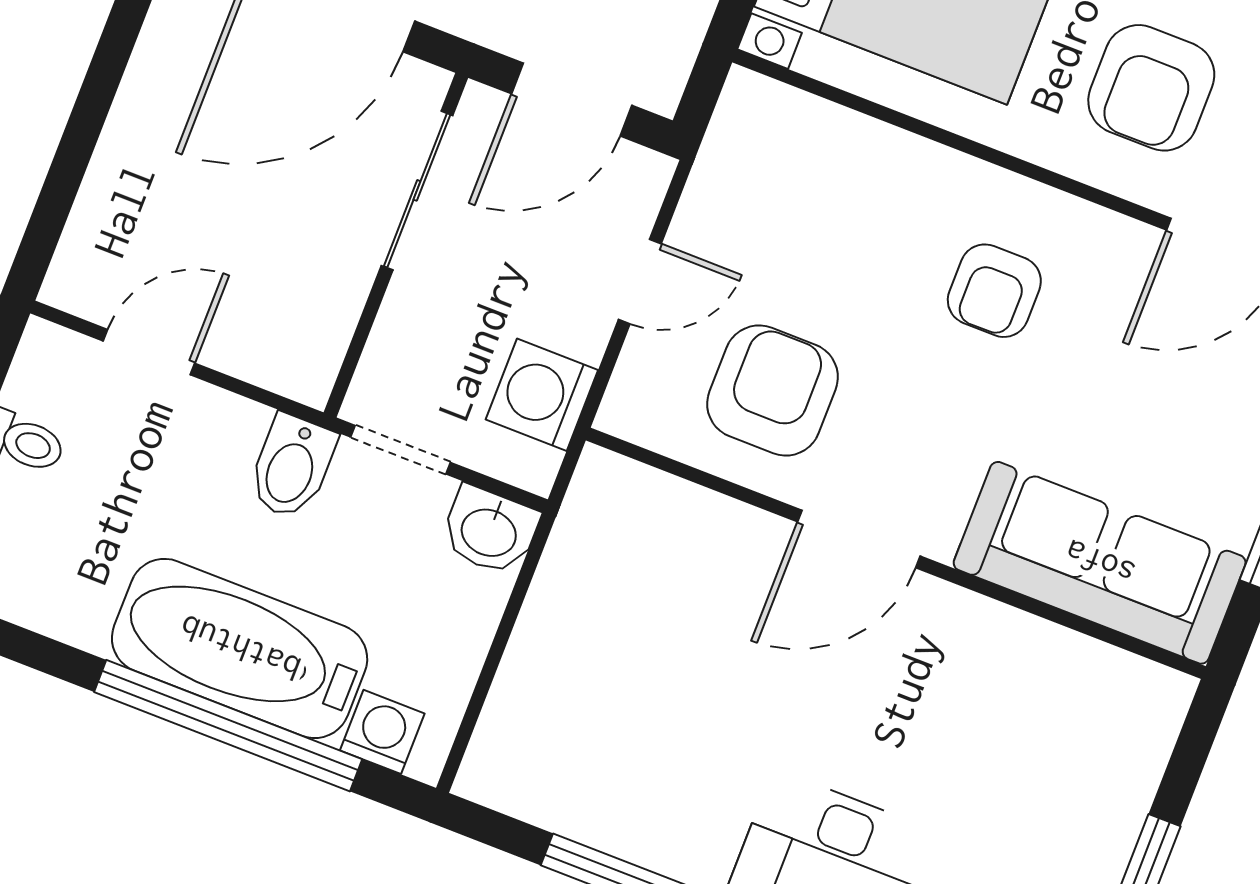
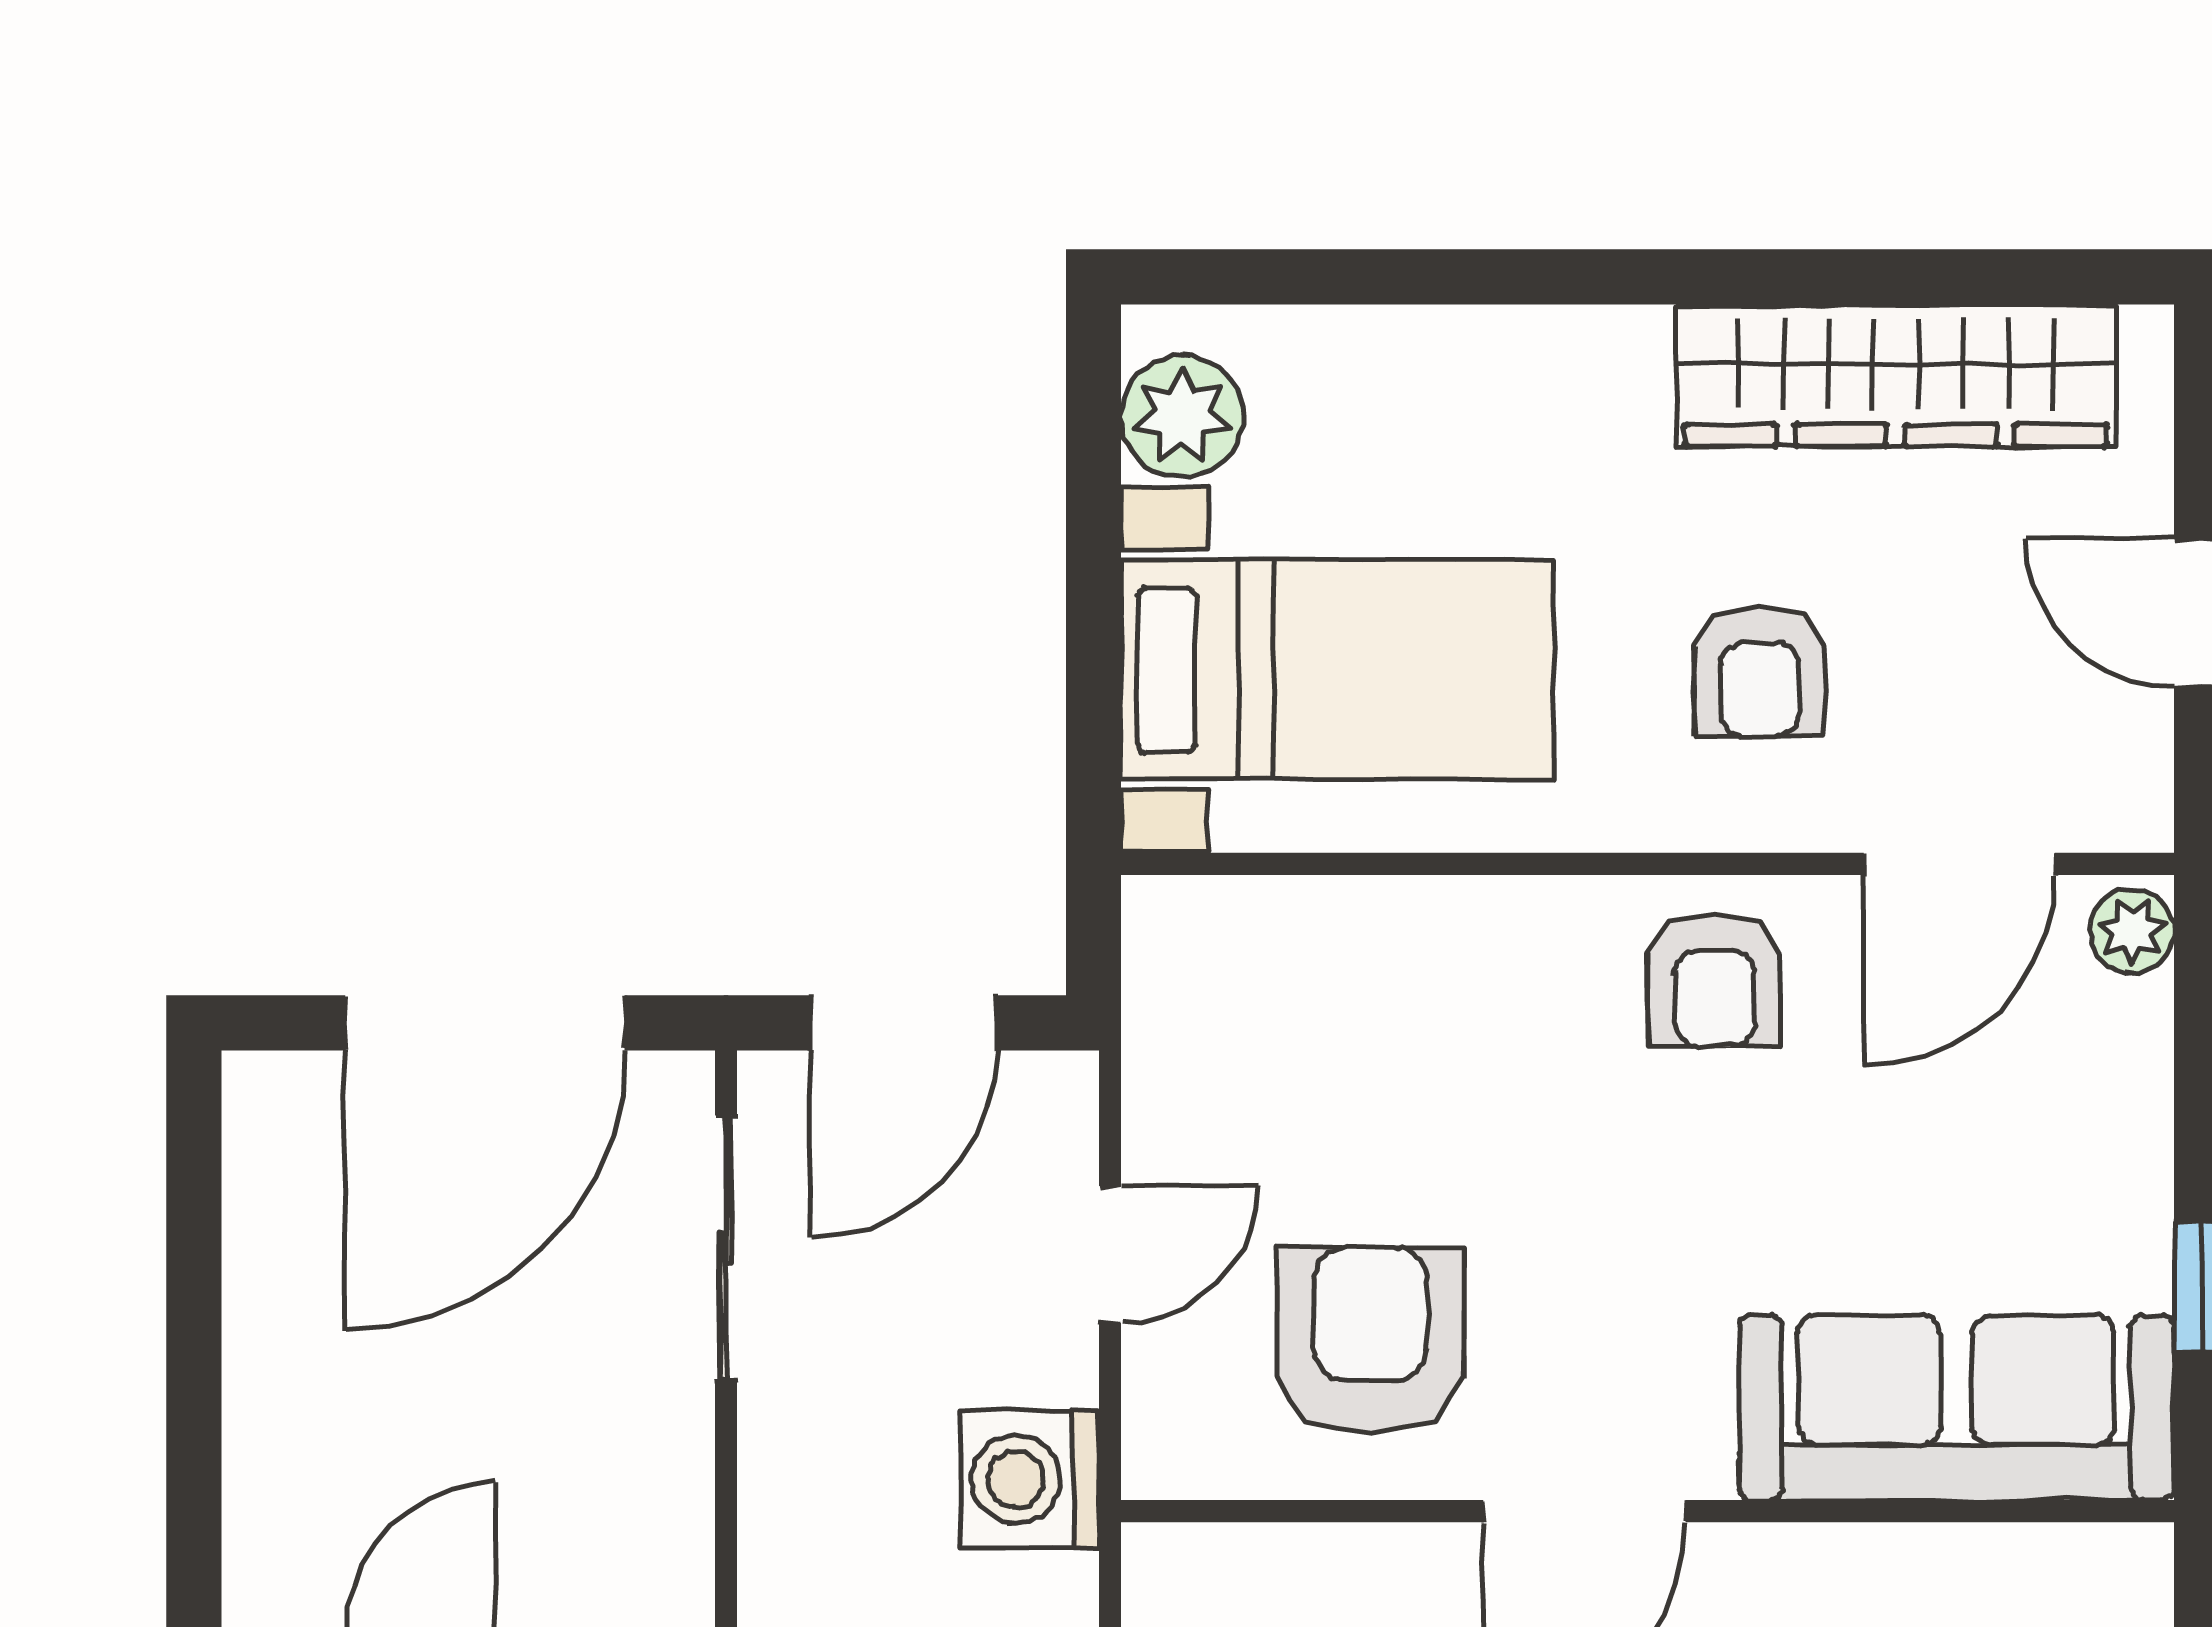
armchair: (1151, 88) -> (1759, 671), width x0.72, depth x0.72
armchair: (994, 291) -> (1714, 980), moved

